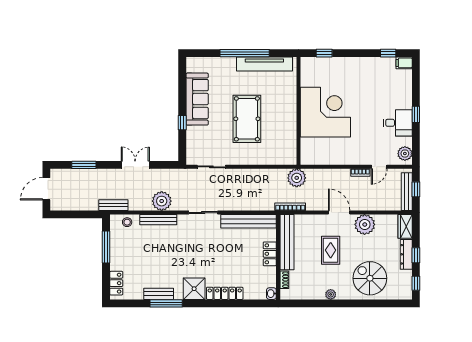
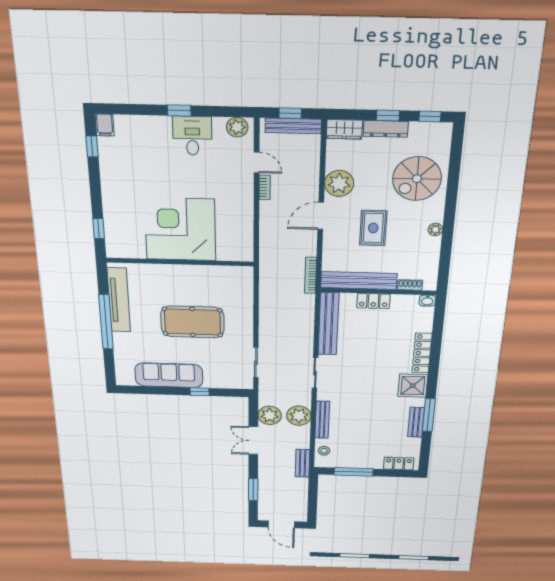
plant: (297, 178) -> (270, 415), moved
rug: (331, 250) -> (373, 228), turned 90

